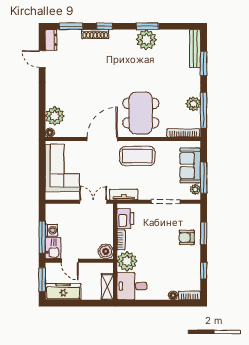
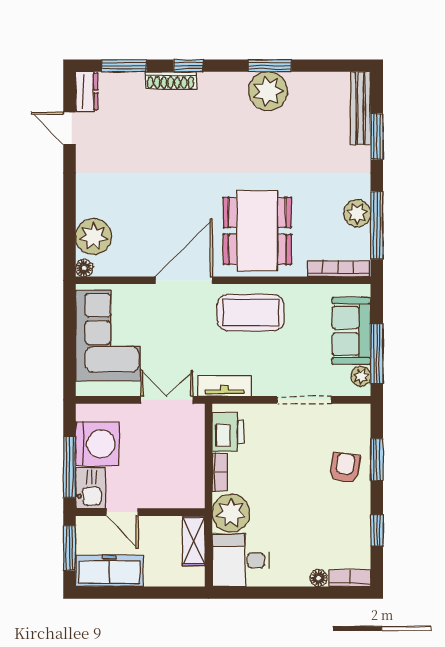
washing machine: (51, 230) -> (97, 444), width x1.89, depth x1.89
armchair: (187, 237) -> (345, 468), turned 98
boiler: (106, 251) -> (191, 494), removed
shelving: (107, 287) -> (194, 541), moved

